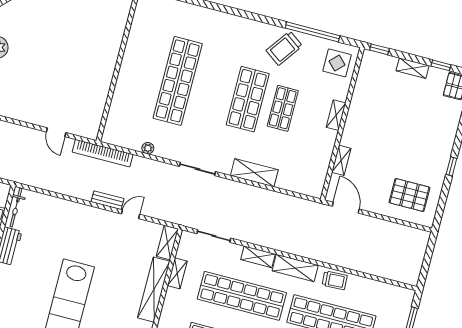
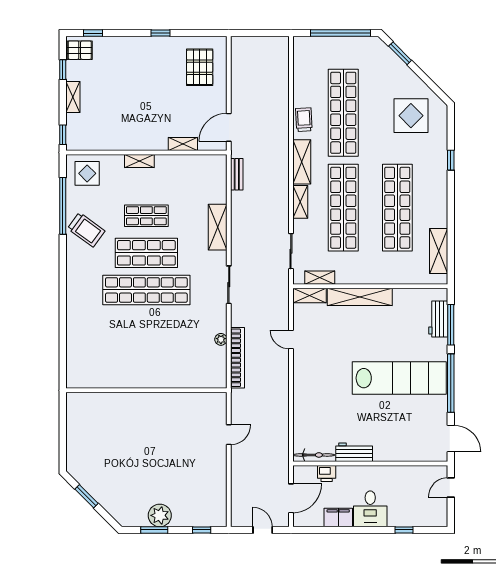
shop shelf: (178, 81) -> (146, 290), moved
bookcase: (103, 153) -> (238, 358), moved
bench: (107, 200) -> (237, 174), moved
shelving: (177, 273) -> (320, 278), moved

